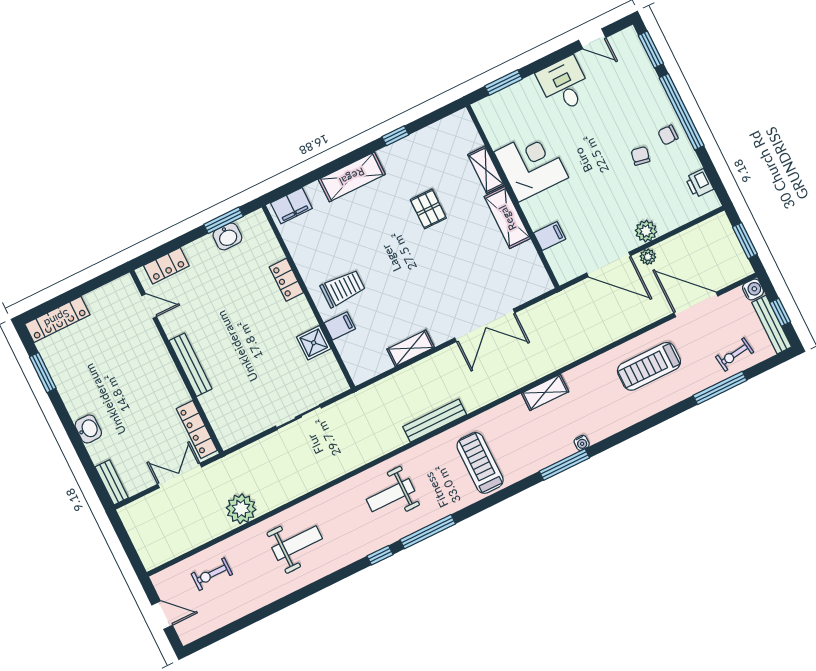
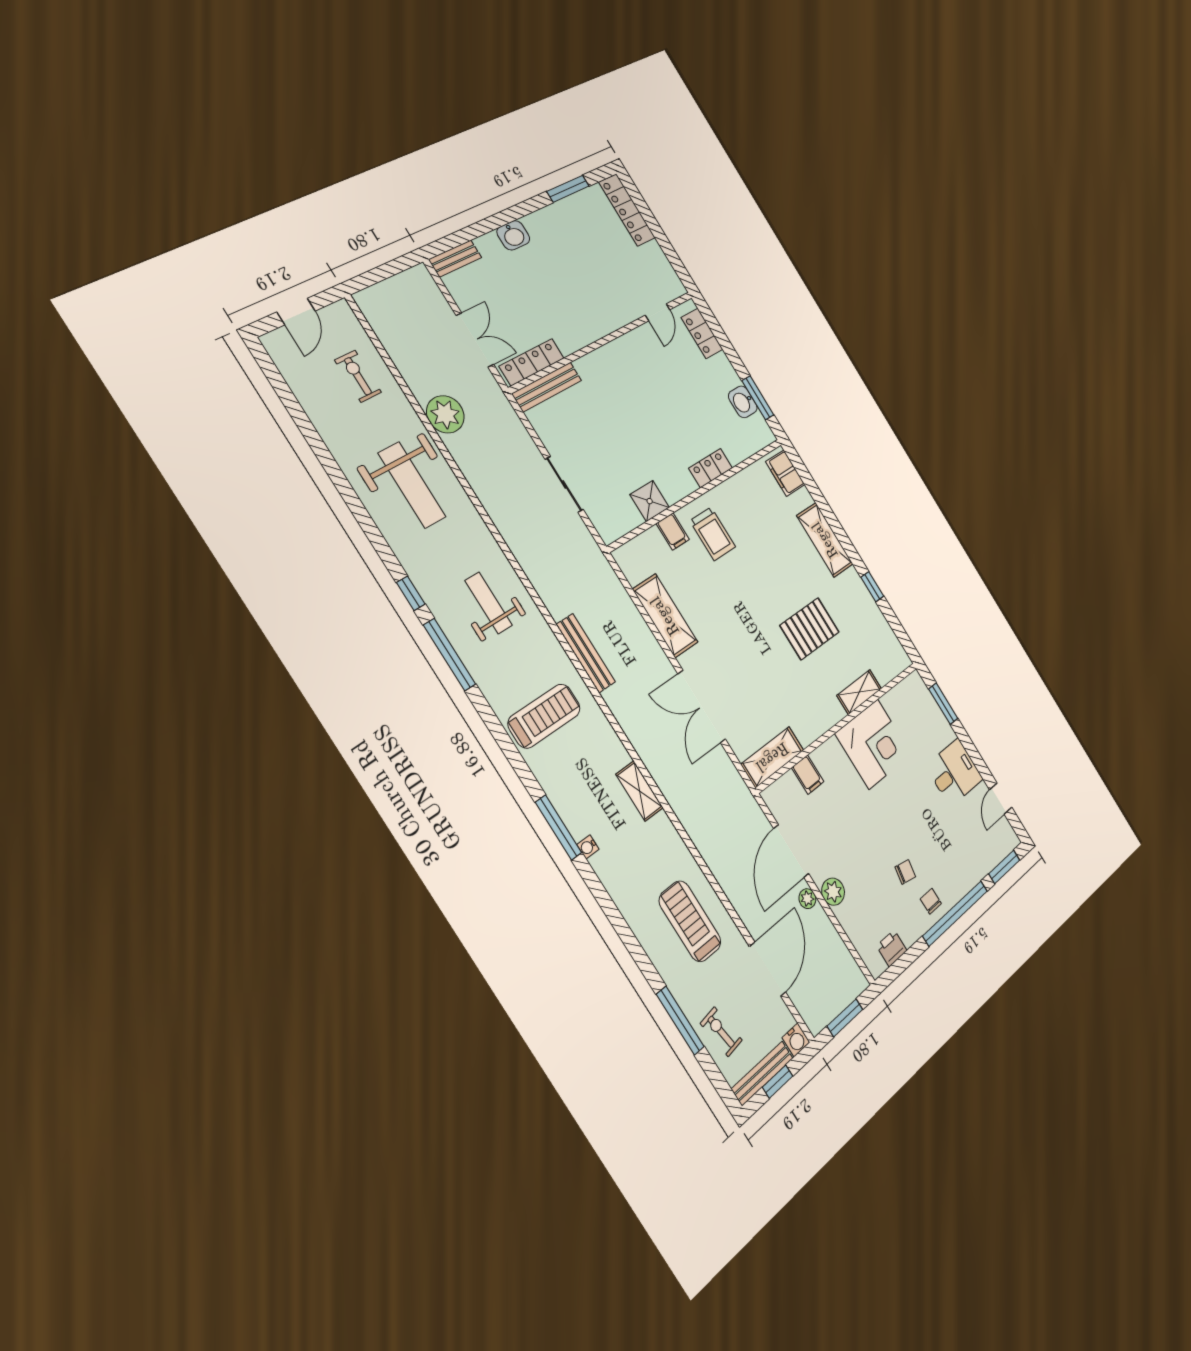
pallet: (428, 209) -> (810, 629), width x1.50, depth x1.42
shelving: (507, 218) -> (772, 757), moved
shelving: (411, 348) -> (665, 616), width x1.50, depth x1.33
bench: (190, 365) -> (547, 387), moved
weight bench: (297, 543) -> (412, 485), width x1.36, depth x1.33

